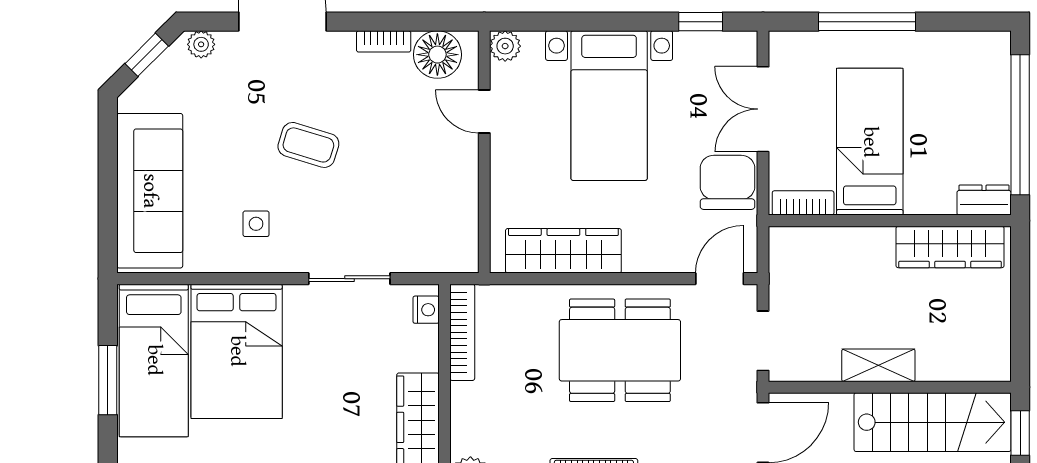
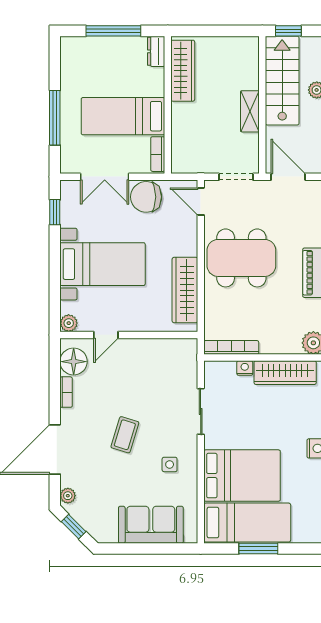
window: (1020, 125) -> (113, 31), width x0.68
sofa: (150, 191) -> (151, 525), width x0.73
nightstand: (426, 310) -> (245, 368), moved
dining table: (620, 350) -> (241, 258), turned 90

